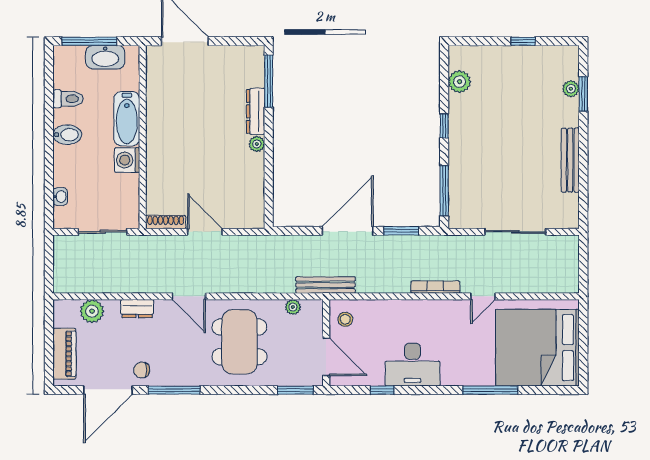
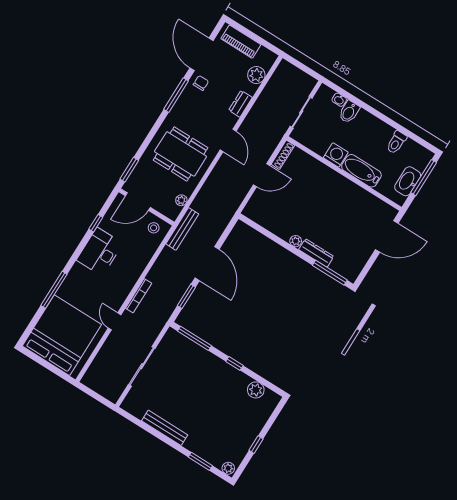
plant: (571, 89) -> (228, 468), moved
bidet: (67, 135) -> (349, 112), moved
door: (189, 296) -> (228, 140), swing flipped

